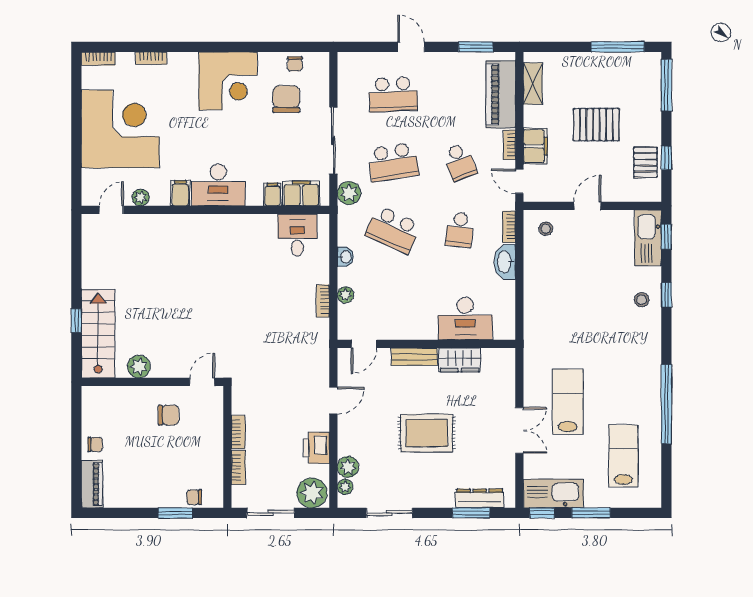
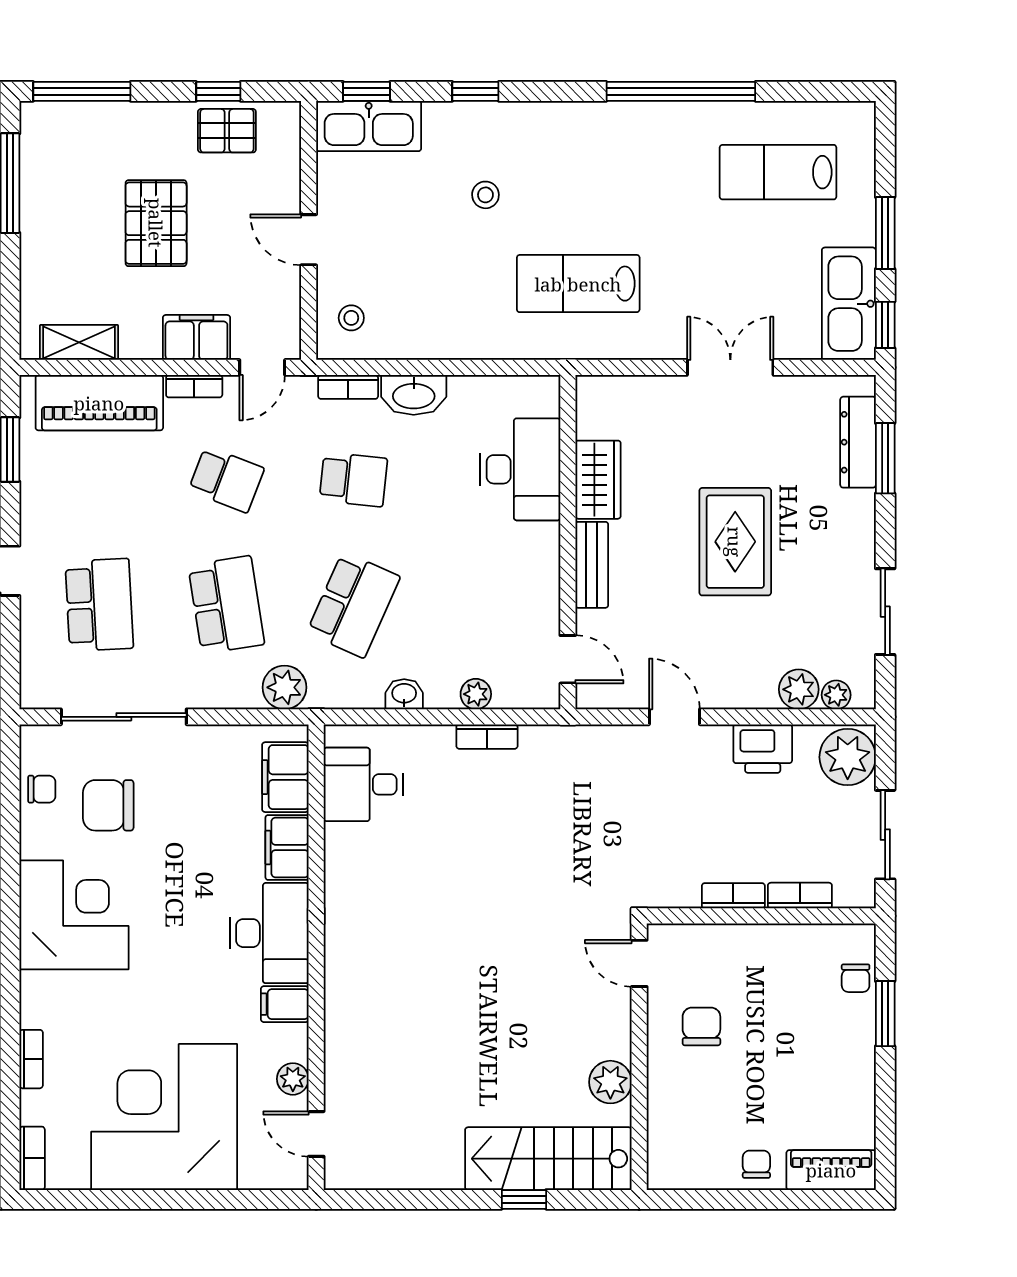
sliding door: (333, 140) -> (124, 717), moved
school desk: (460, 162) -> (226, 479), turned 42
filing cabinet: (272, 194) -> (287, 847), width x2.00
stool: (642, 300) -> (485, 195), moved
lab bench: (568, 402) -> (578, 284), moved

